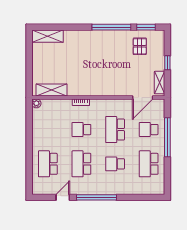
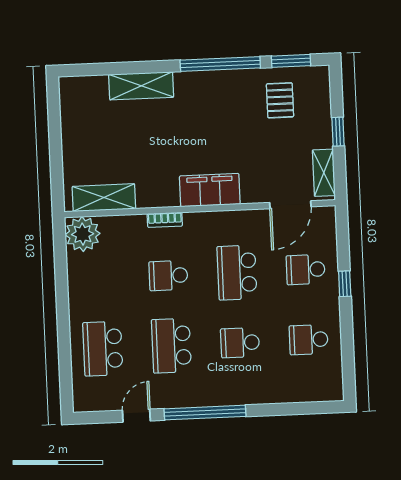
shelving: (47, 36) -> (141, 86), moved
filing cabinet: (104, 89) -> (210, 190), added
plant: (36, 103) -> (83, 234), width x1.88, depth x1.88
window: (167, 137) -> (345, 284), width x0.32
school desk: (149, 164) -> (309, 340), width x0.54

